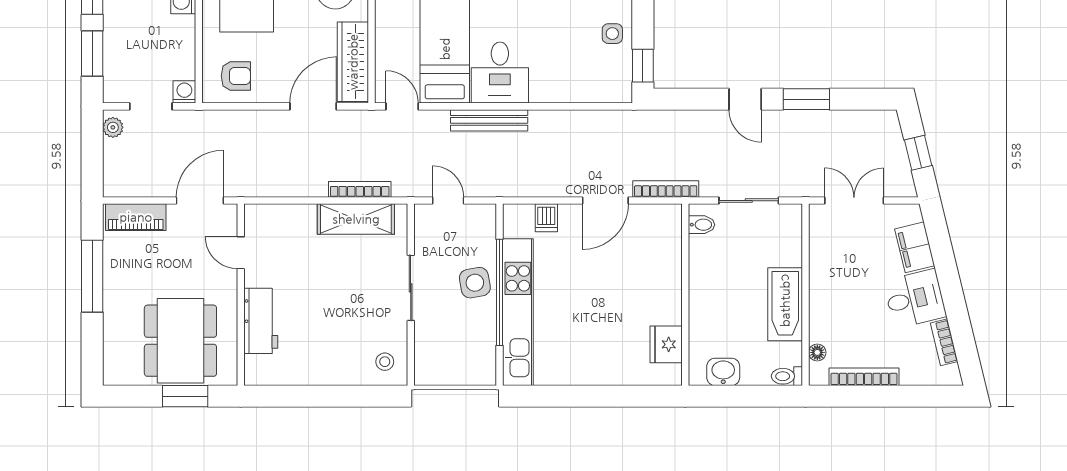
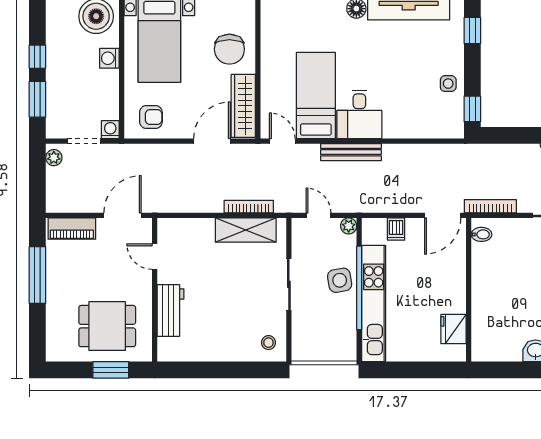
plant: (486, 214) -> (349, 226), added
bidet: (702, 225) -> (481, 234), moved
wall: (685, 295) -> (469, 290), moved
dining table: (180, 341) -> (107, 326), width x0.73
fridge: (666, 344) -> (454, 329), moved

